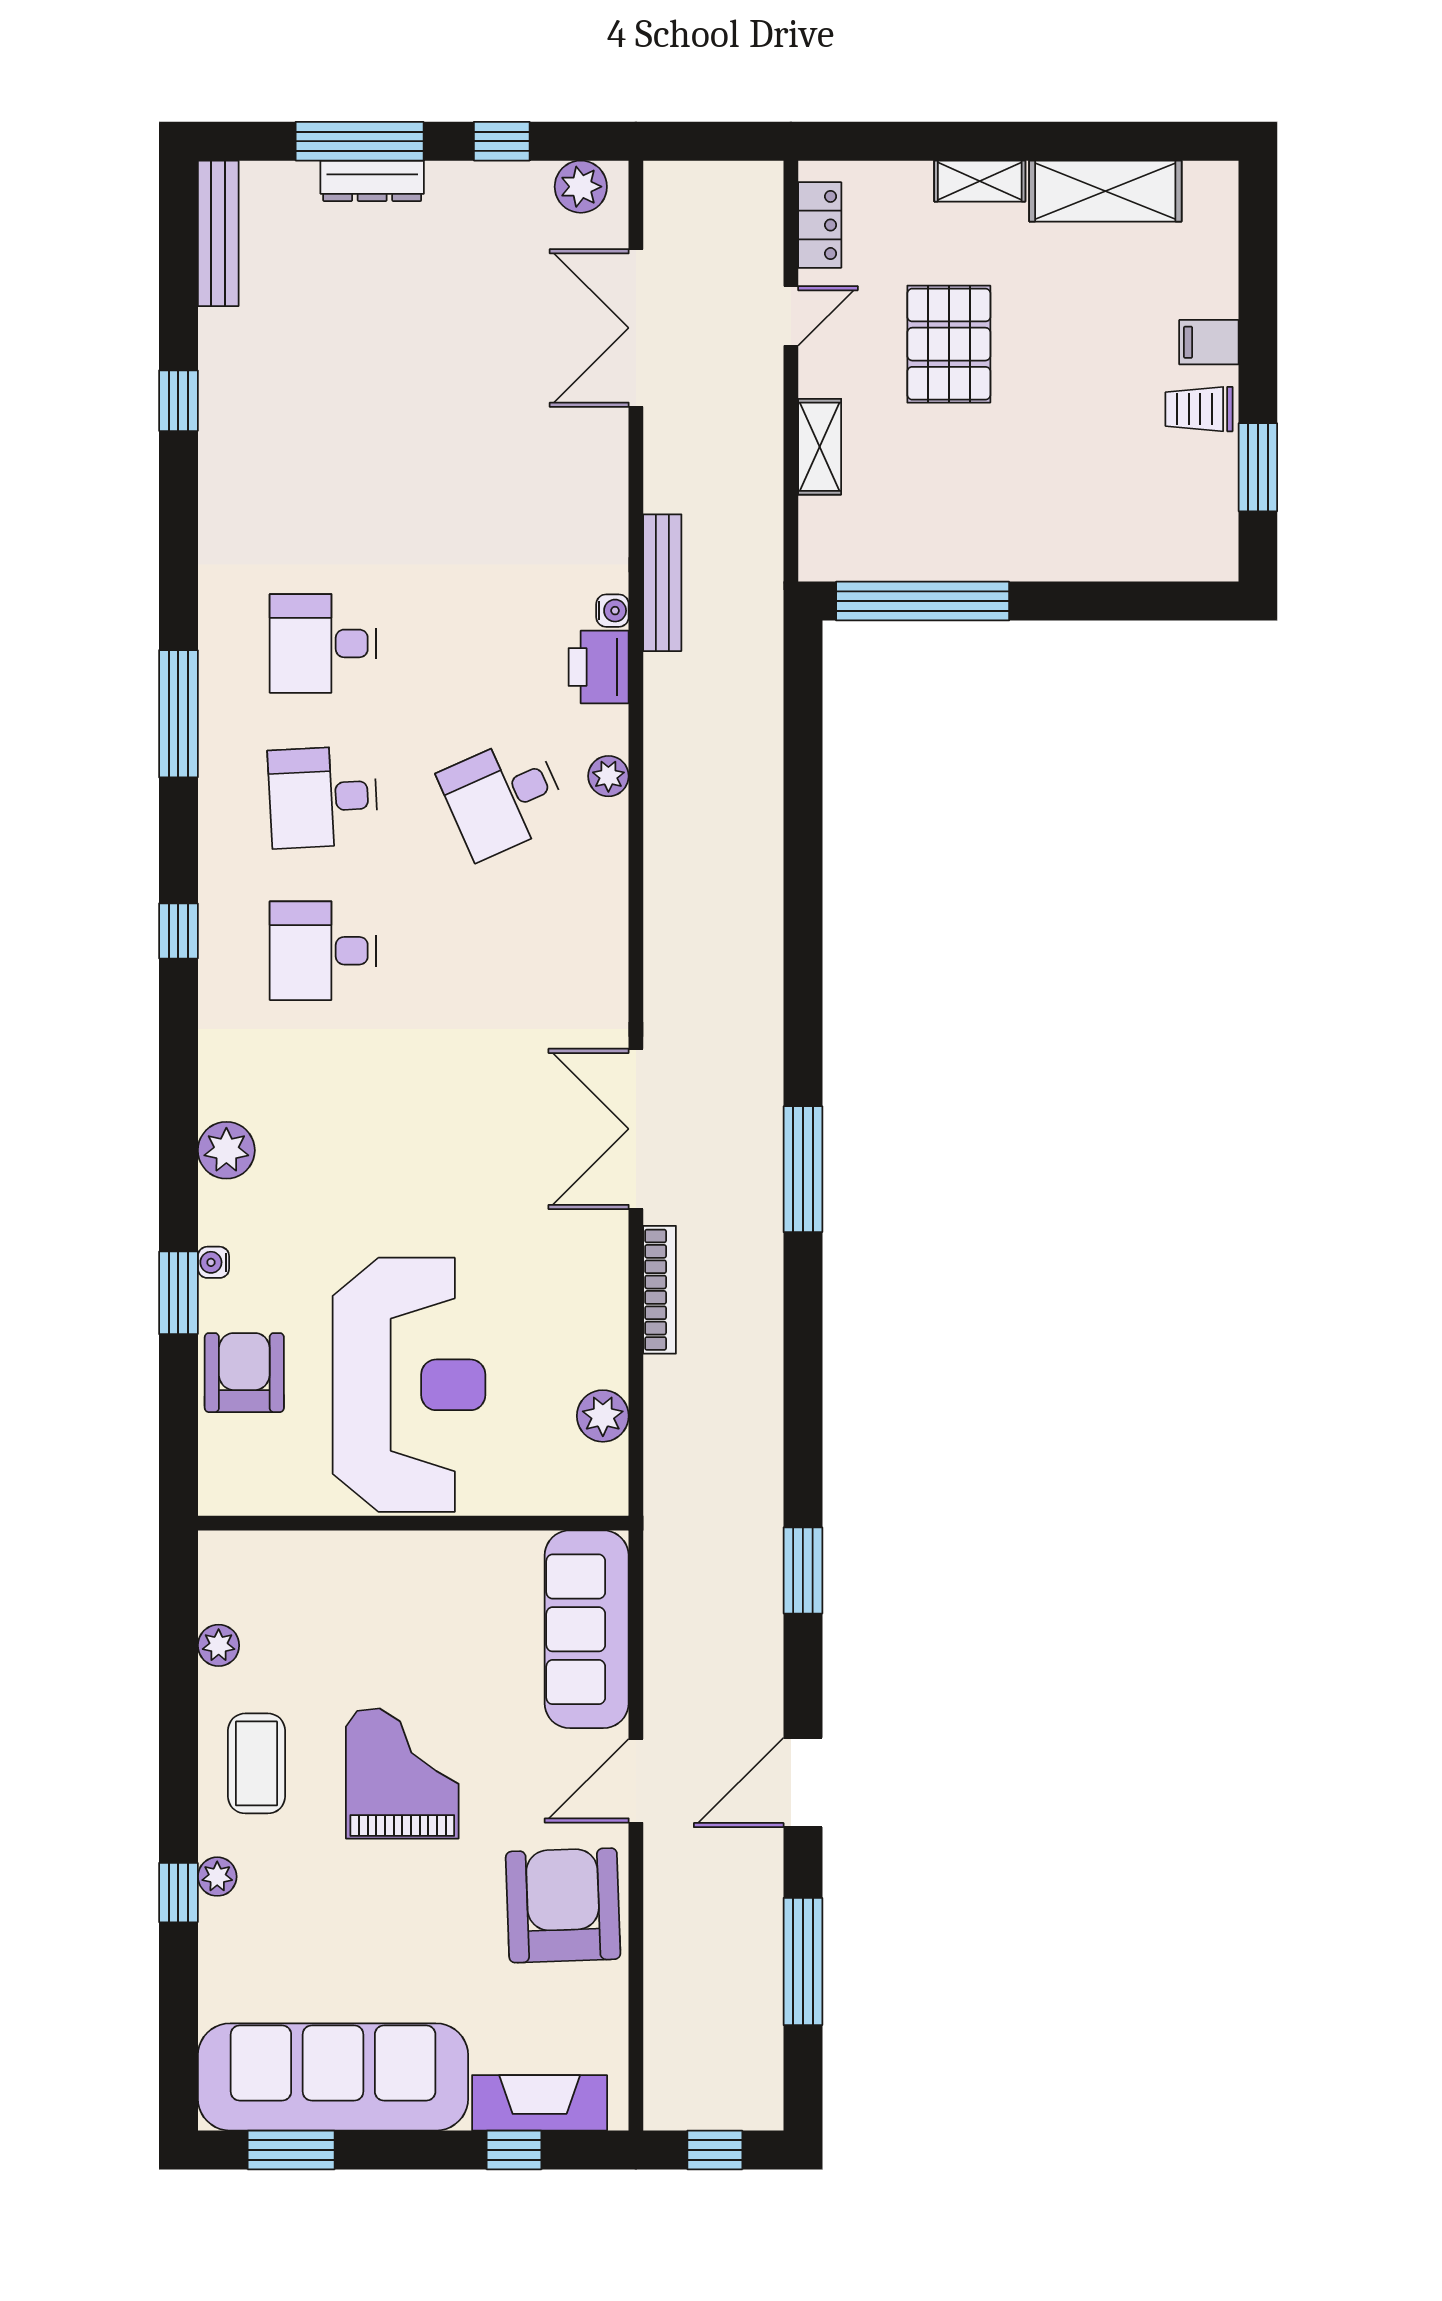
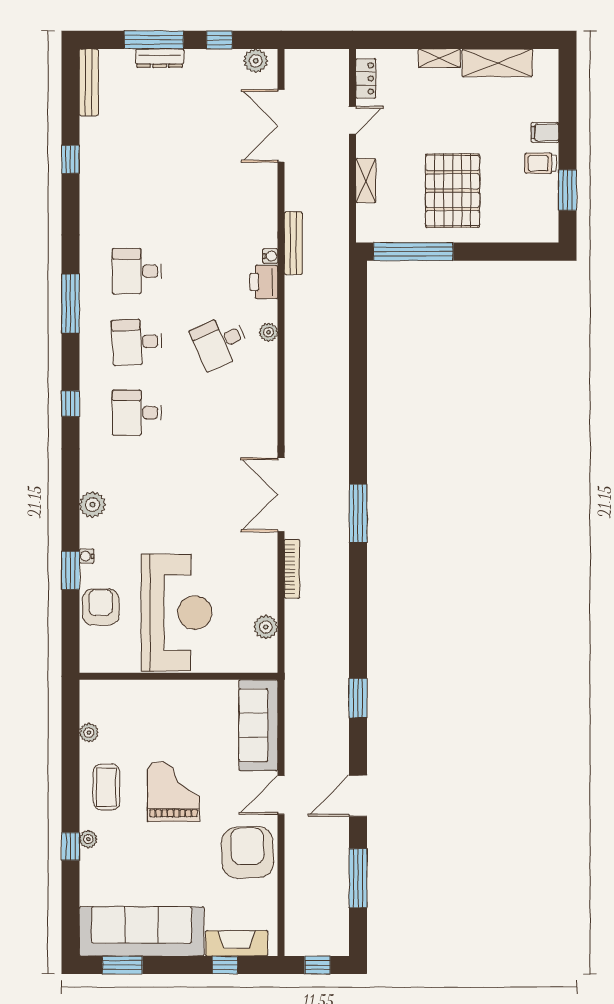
pallet: (949, 344) -> (453, 191), moved, width x1.37, depth x1.41

